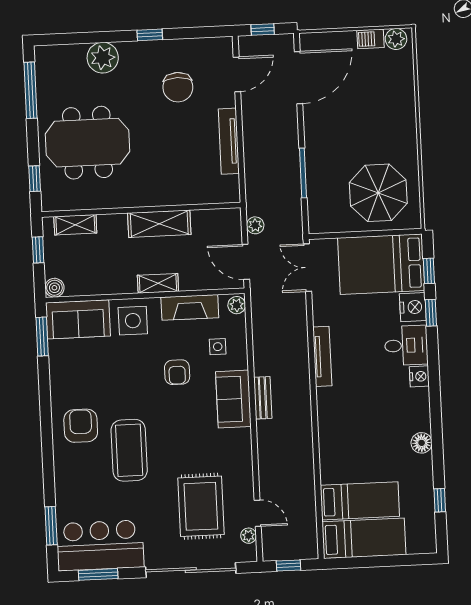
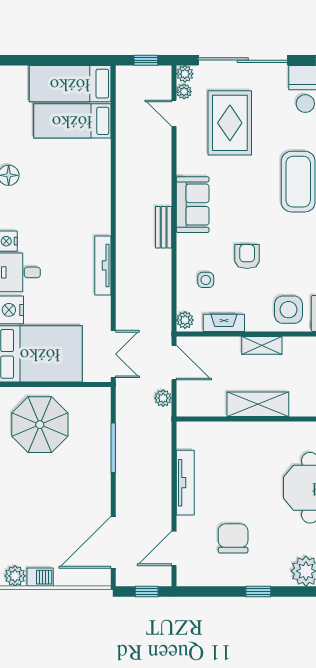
fireplace: (190, 307) -> (224, 323), width x0.73, depth x0.76
sofa: (233, 399) -> (193, 205), moved
plant: (249, 554) -> (185, 74), added

